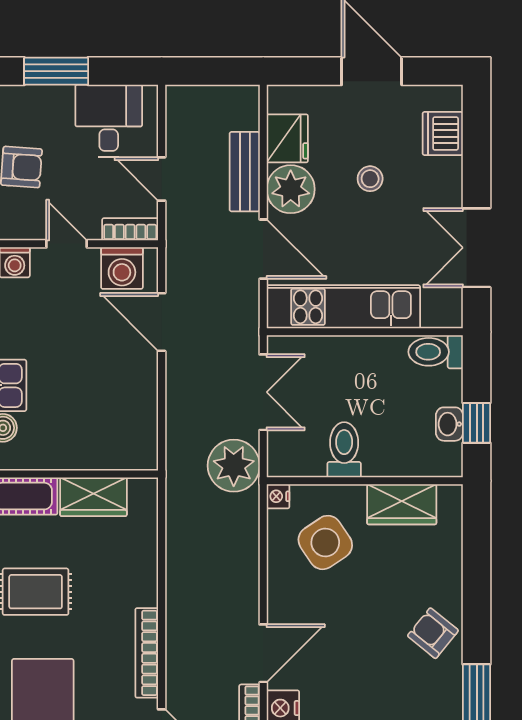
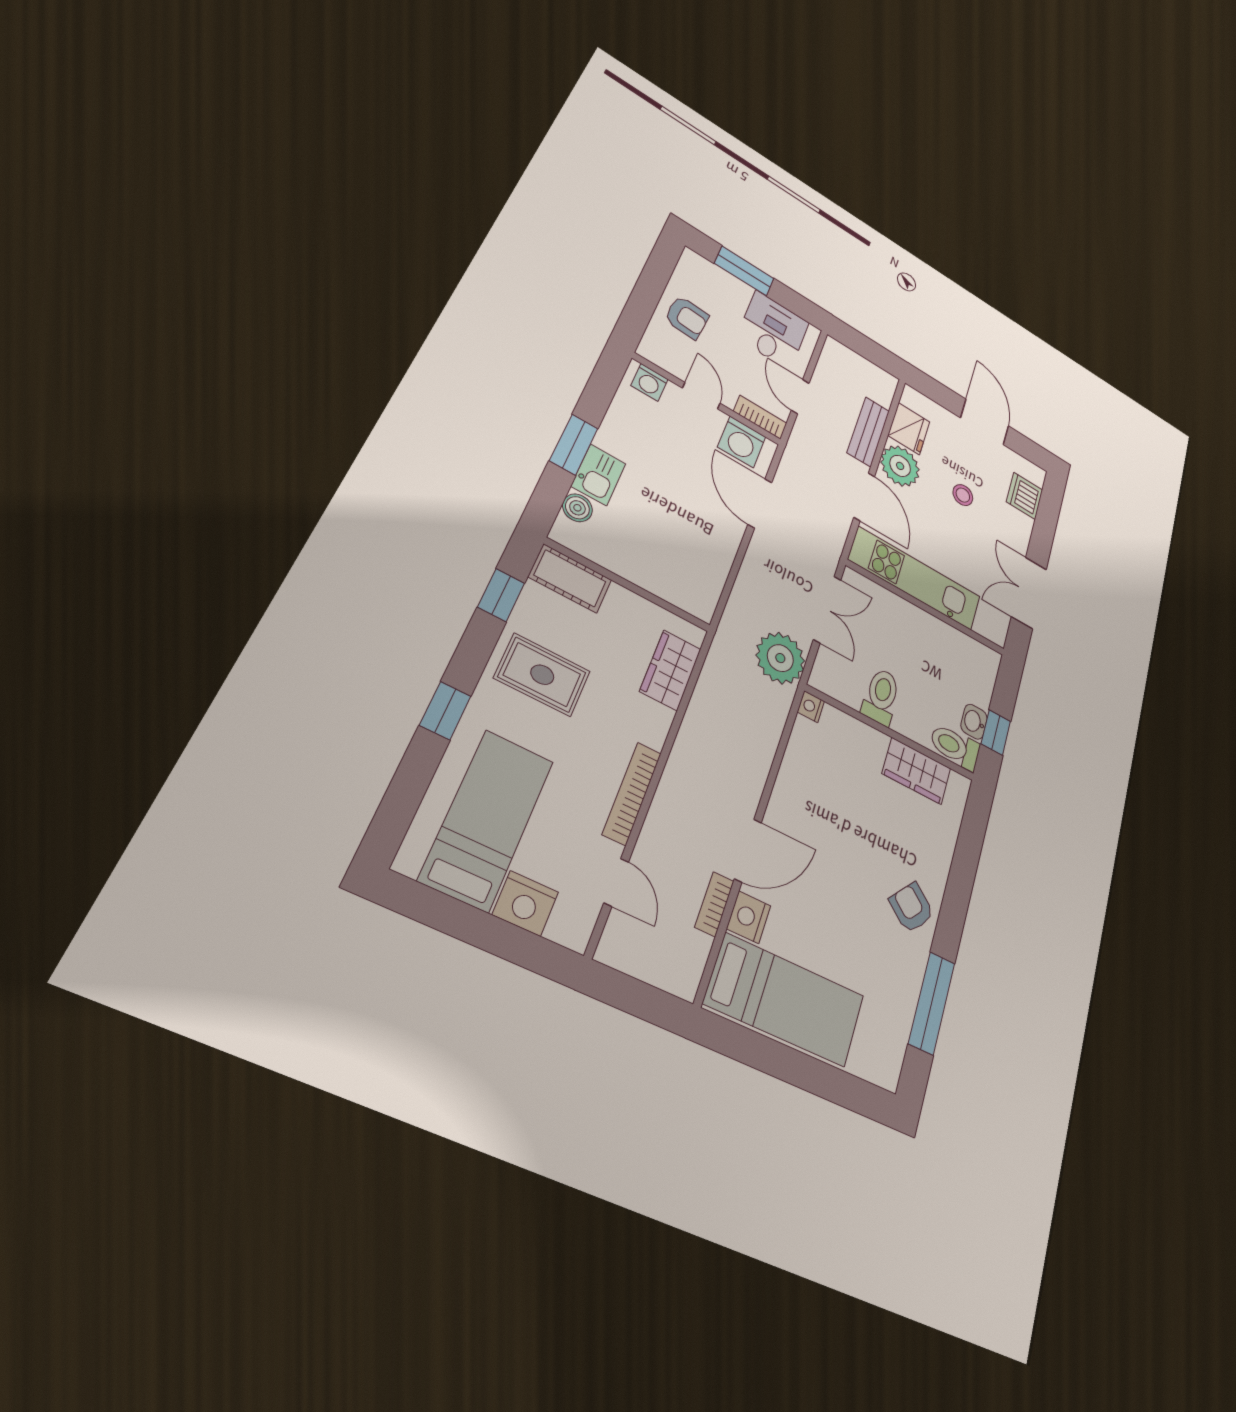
toilet: (436, 352) -> (955, 747), moved
wardrobe: (93, 497) -> (670, 670), moved, turned 90
side table: (325, 542) -> (840, 771), removed

